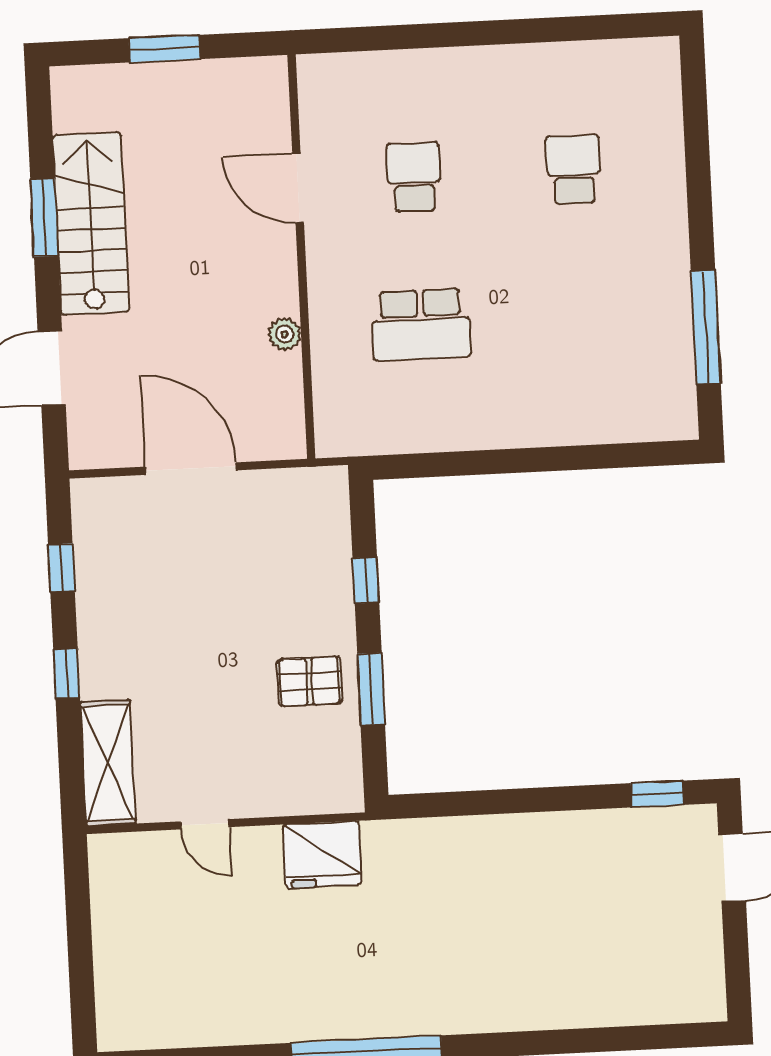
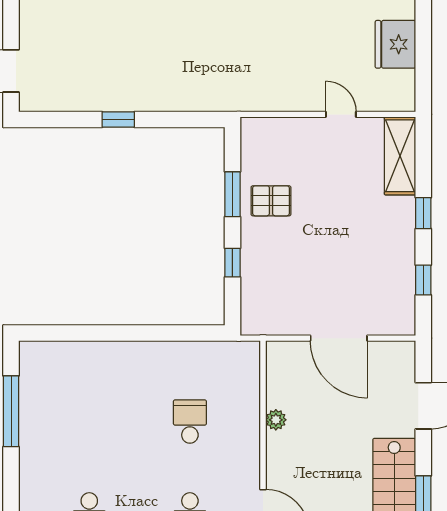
school desk: (421, 325) -> (190, 422), width x0.54
window: (657, 794) -> (118, 119), moved
fridge: (322, 855) -> (395, 44), moved, turned -90

